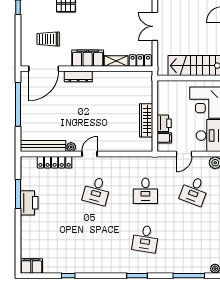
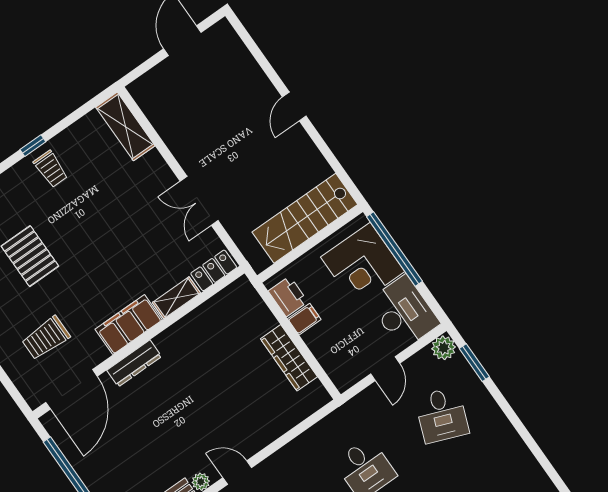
printer: (164, 123) -> (288, 296), moved
filing cabinet: (164, 138) -> (304, 319), moved
door: (89, 154) -> (237, 473), hinge flipped

